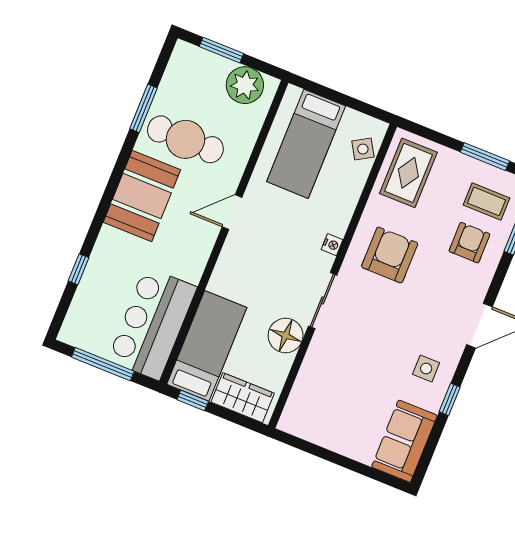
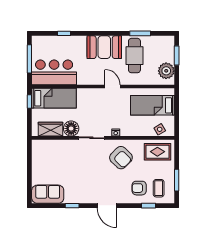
armchair: (469, 243) -> (139, 188), turned 180
armchair: (390, 255) -> (121, 158), turned 44
side table: (426, 369) -> (81, 191), removed
wardrobe: (243, 398) -> (50, 129), moved, turned -90

